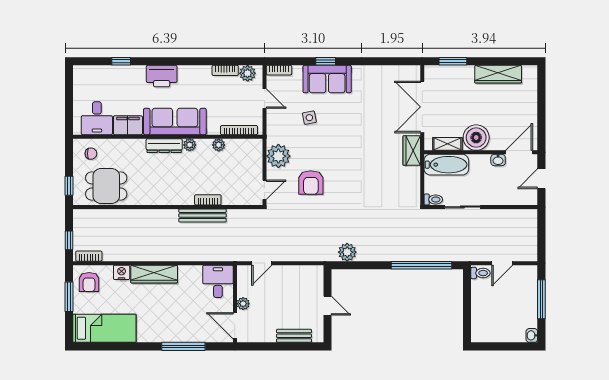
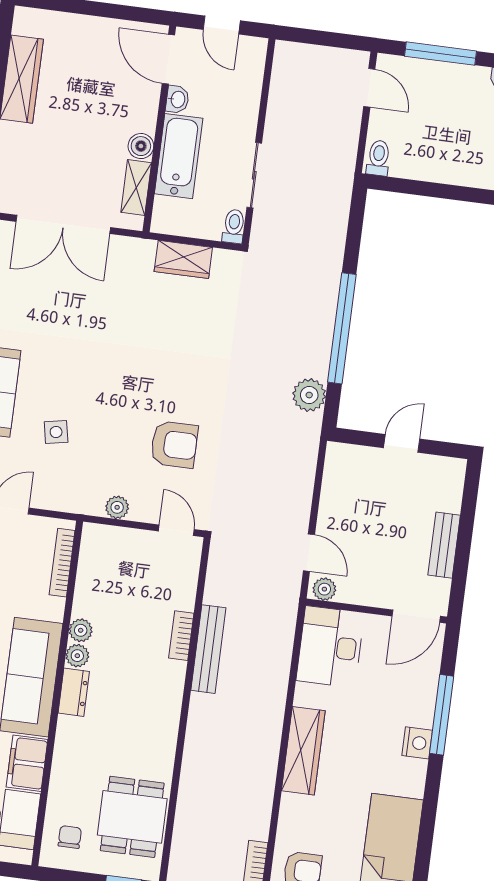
boiler: (476, 138) -> (141, 146), width x0.54, depth x0.54
plant: (219, 145) -> (81, 630), moved
dresser: (164, 146) -> (74, 692), width x0.70
wardrobe: (412, 151) -> (183, 259), moved
plant: (278, 156) -> (117, 507), width x0.53, depth x0.53
bathtub: (446, 165) -> (179, 156), moved
door: (502, 263) -> (369, 88), moved
window: (421, 265) -> (342, 328), moved
nightstand: (122, 272) -> (417, 743), moved, turned 180
desk: (218, 281) -> (330, 647), width x1.37
plant: (243, 304) -> (324, 589), moved
bench: (294, 336) -> (444, 545), moved

